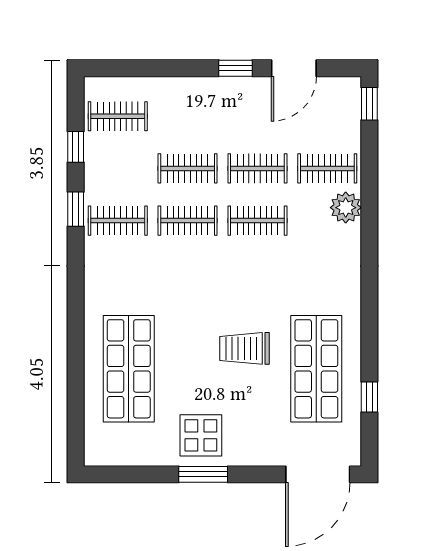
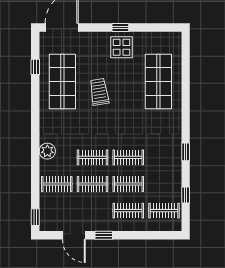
door: (294, 68) -> (74, 235), swing flipped
plant: (346, 208) -> (47, 151), moved
window: (76, 209) -> (186, 152), moved
clothes rail: (118, 221) -> (128, 211), moved
trolley: (244, 348) -> (99, 92), turned -99
window: (203, 474) -> (120, 27), width x0.67

